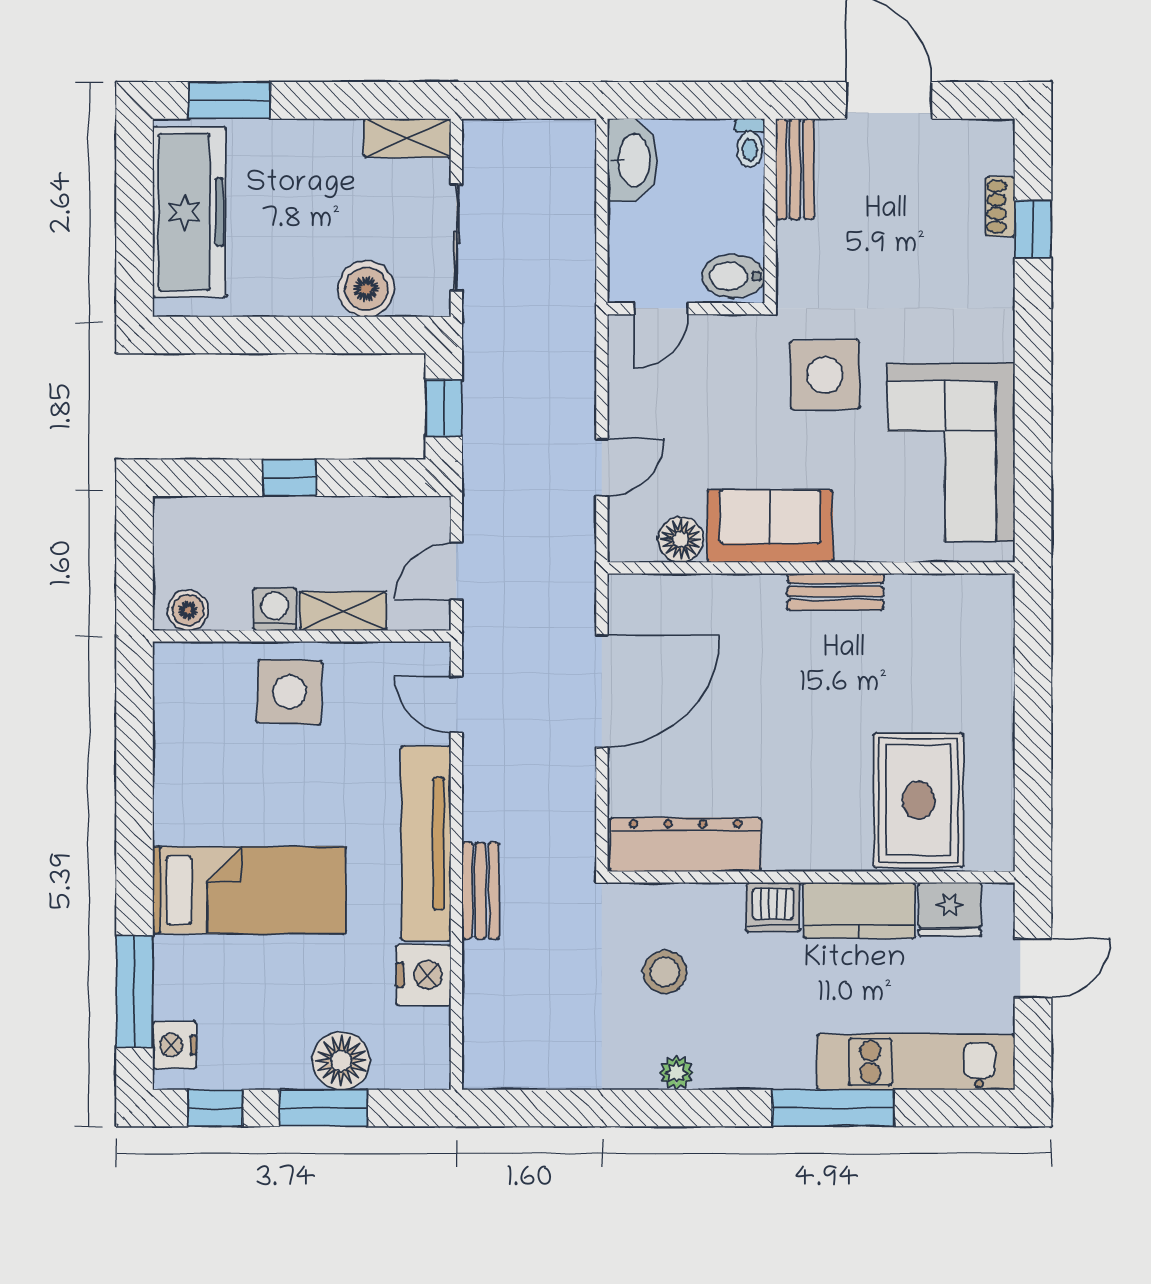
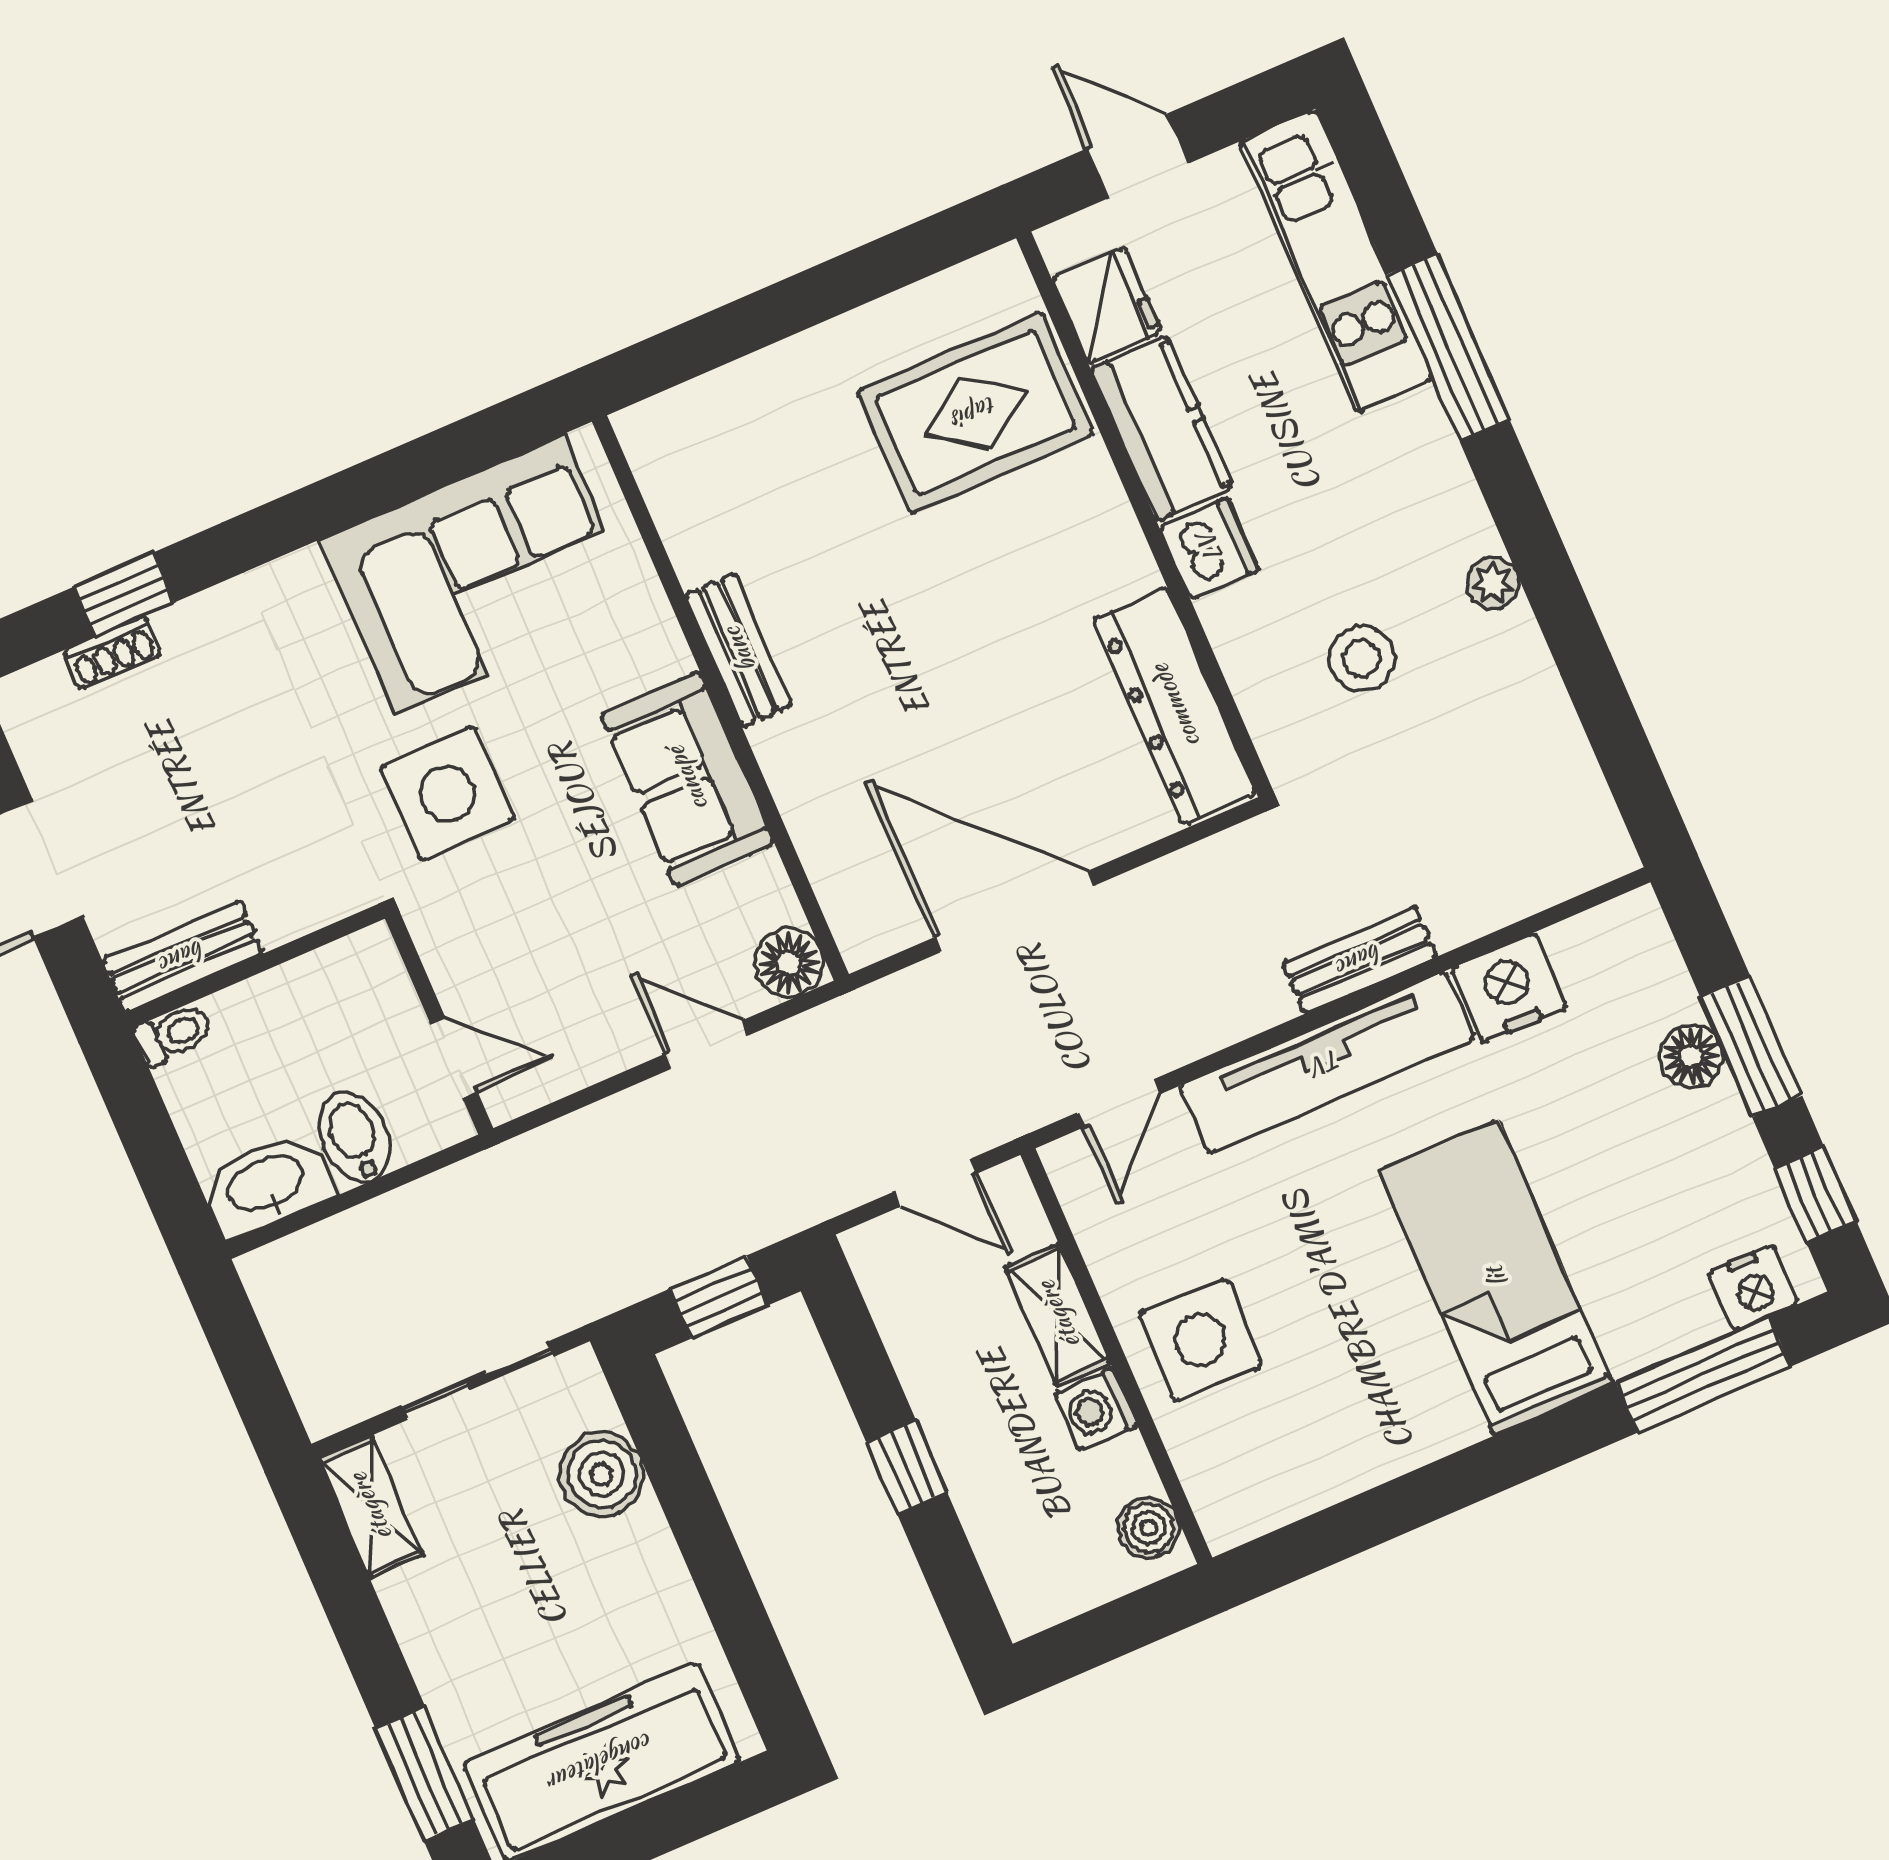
bidet: (733, 276) -> (355, 1137), moved, turned 180
floor lamp: (681, 540) -> (789, 963), moved
floor lamp: (341, 1061) -> (1691, 1056), width x0.73, depth x0.73

